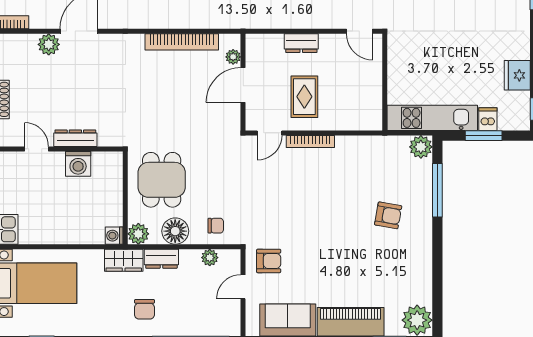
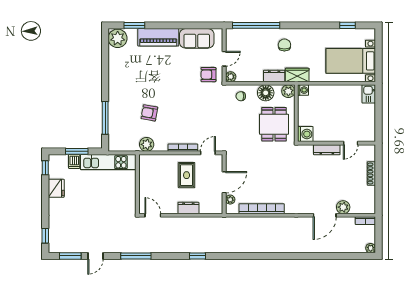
plant: (421, 147) -> (147, 144), moved
door: (36, 149) -> (351, 143), hinge flipped
washing machine: (78, 164) -> (305, 134), moved, turned 90
armchair: (388, 215) -> (149, 113), moved
plant: (210, 258) -> (231, 77), moved

